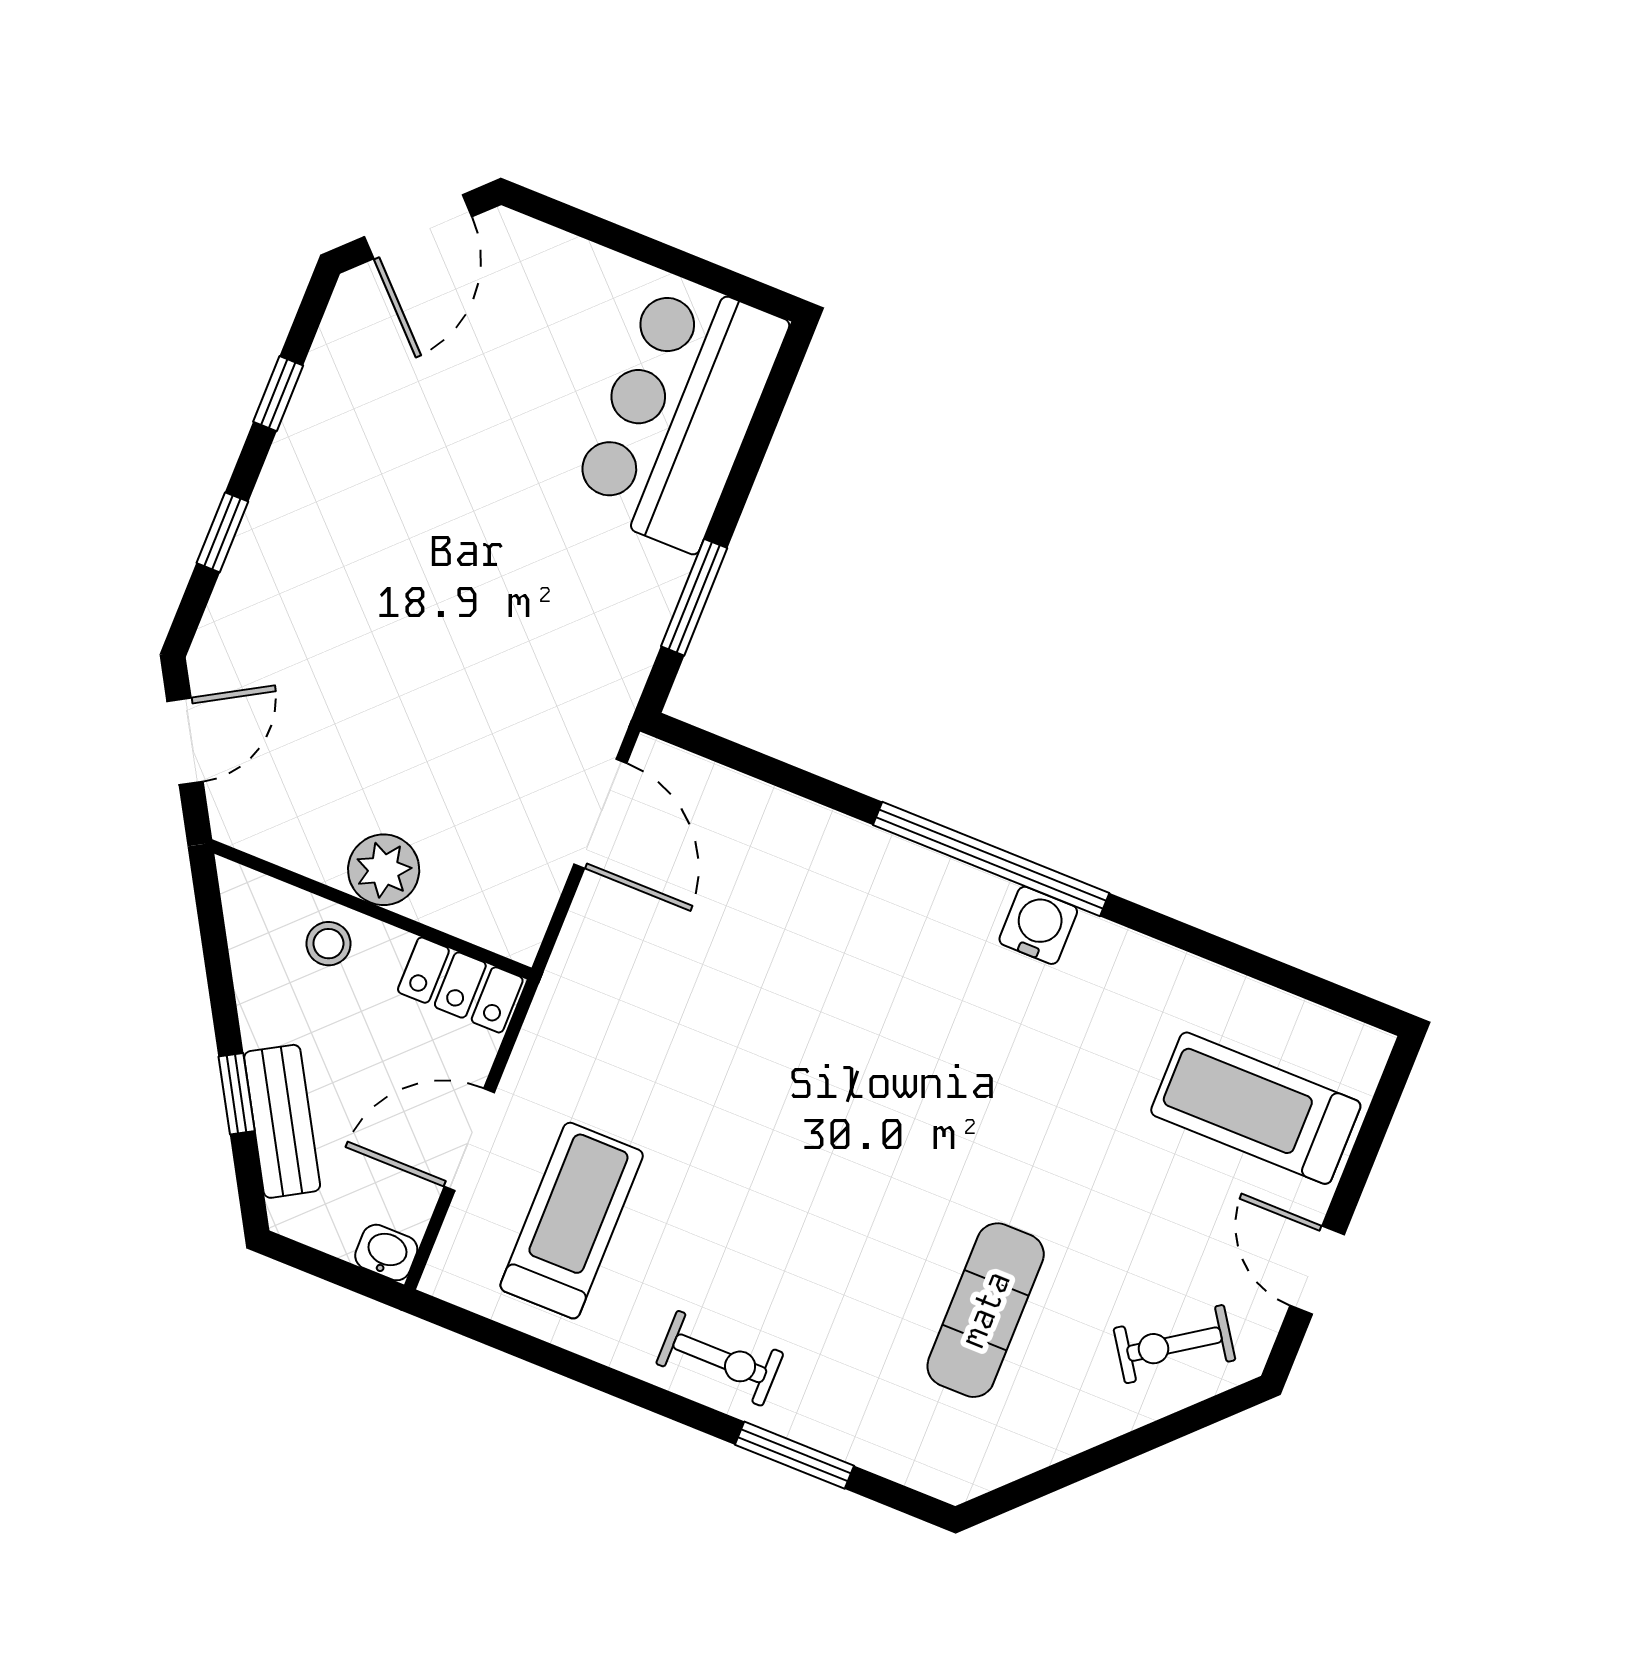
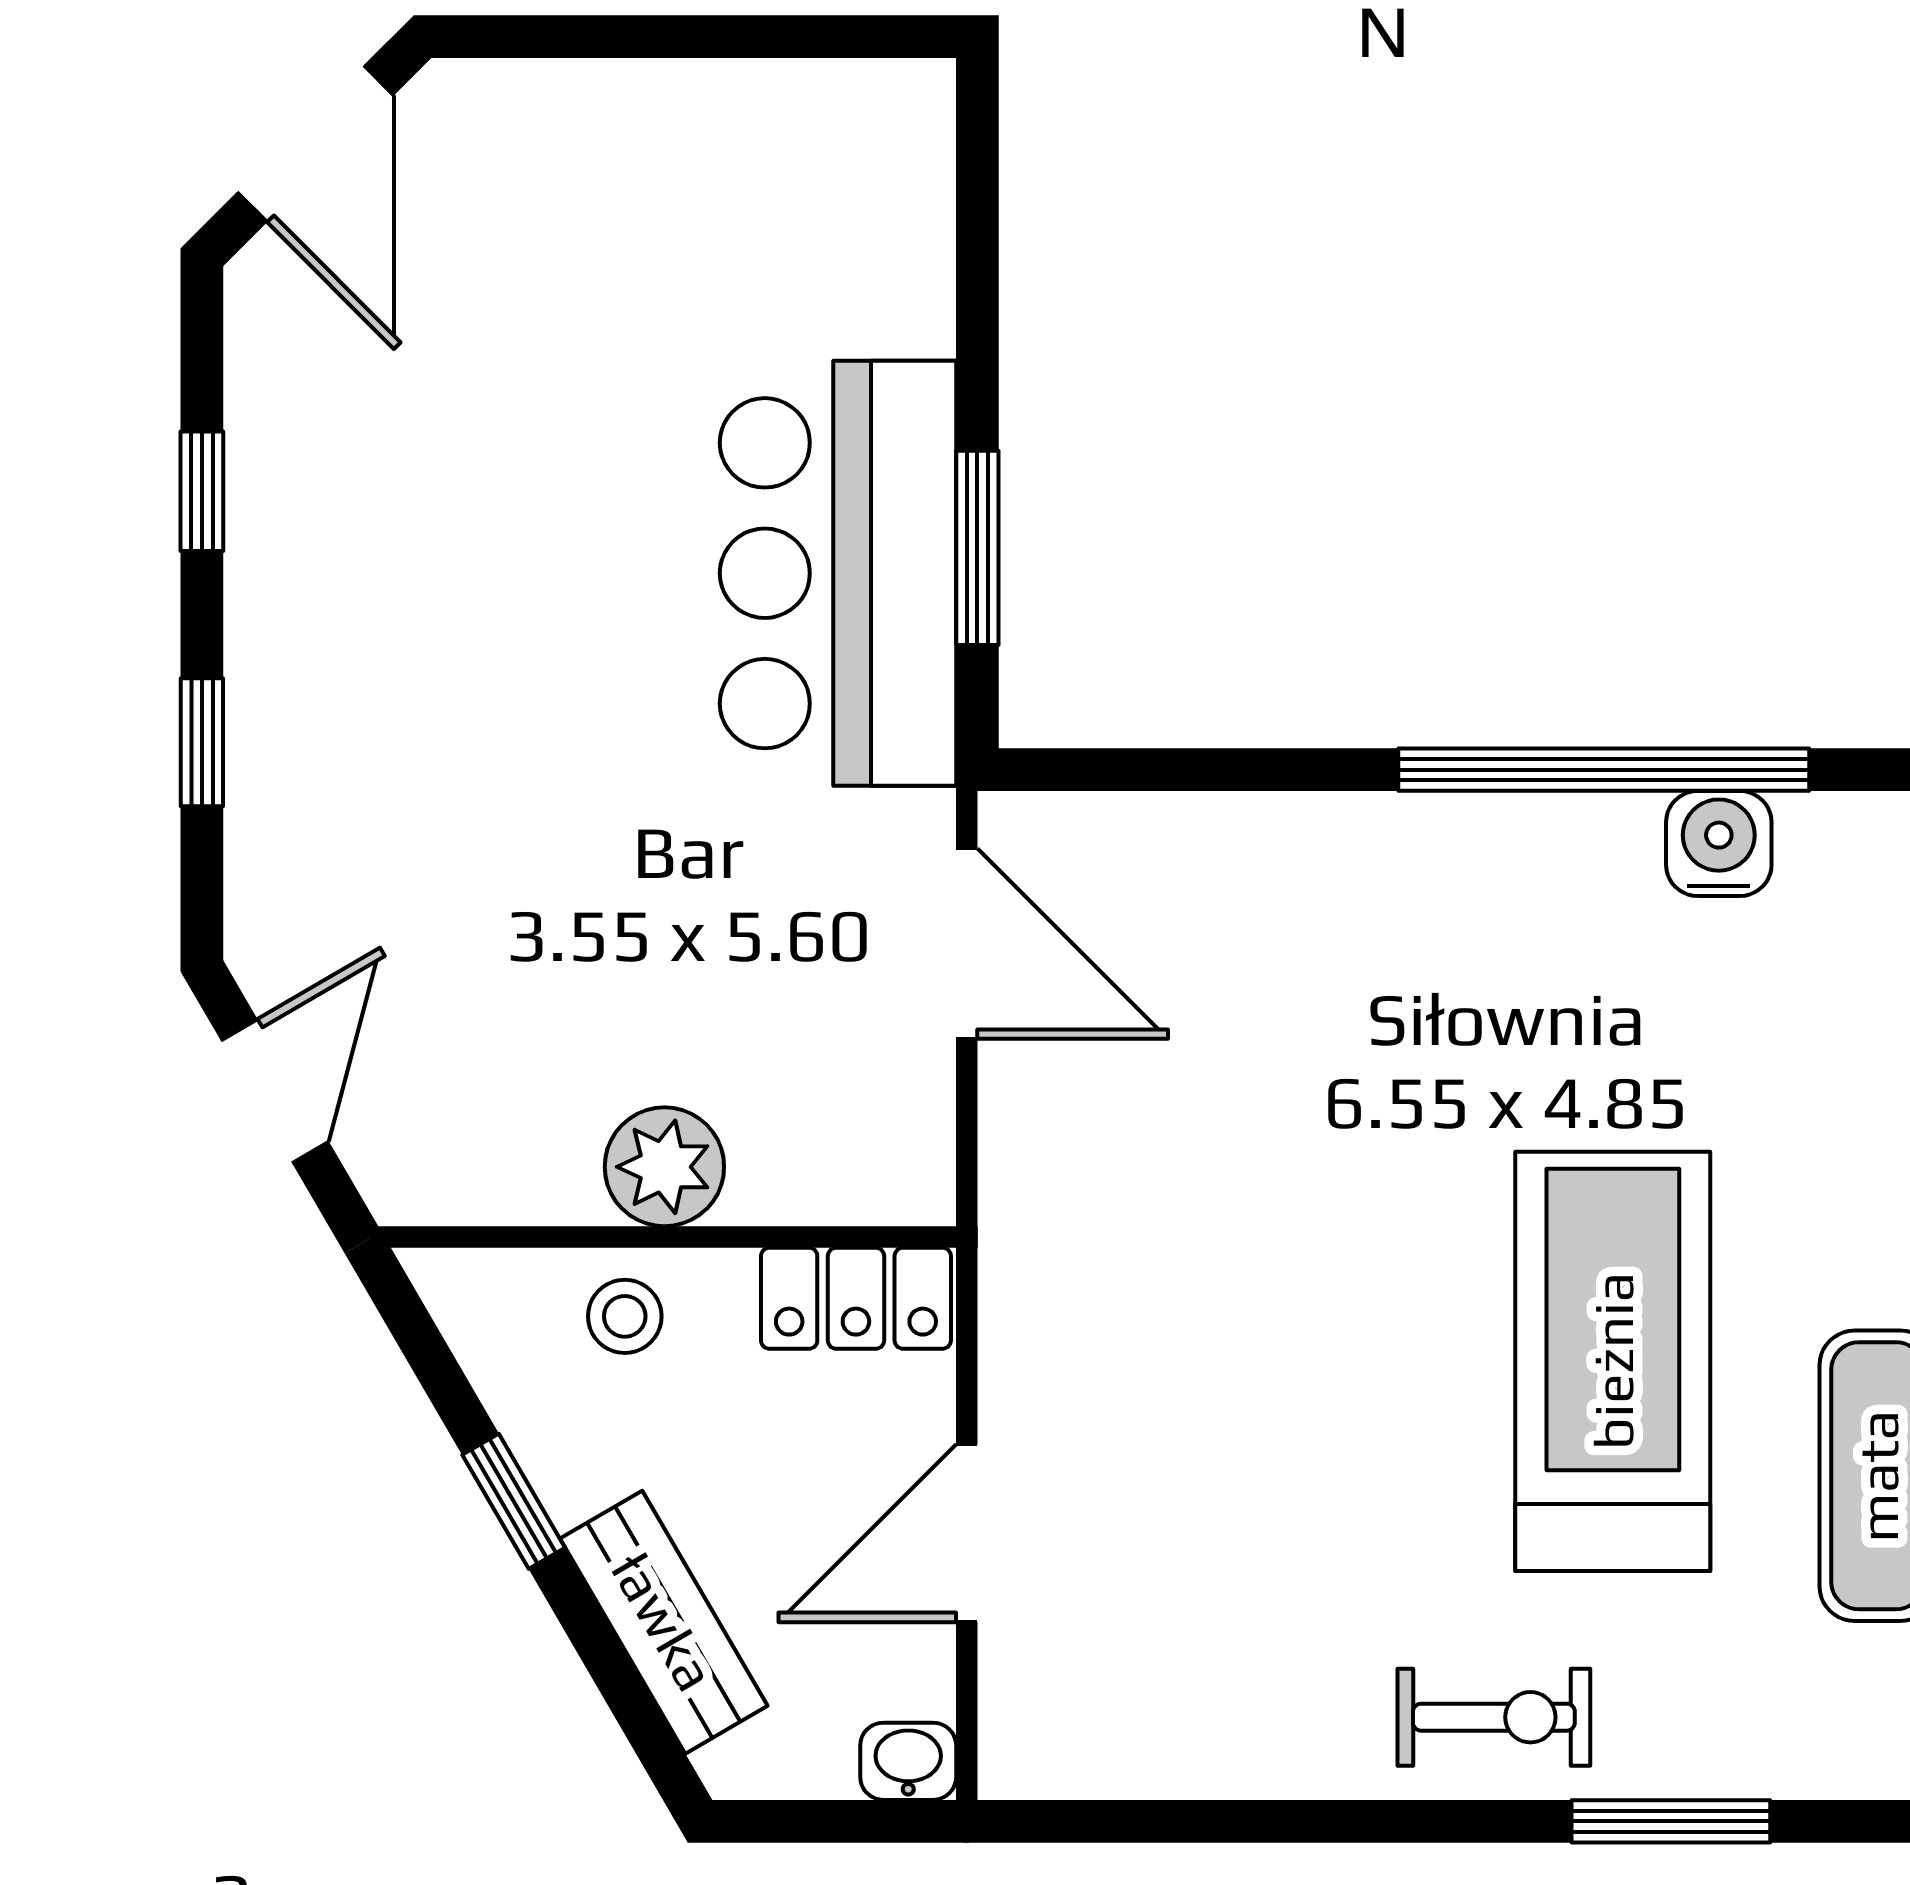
bar counter: (679, 413) -> (838, 573), moved
window: (237, 1094) -> (514, 1501), moved
treadmill: (572, 1221) -> (1613, 1361), moved, width x1.37, depth x1.38

